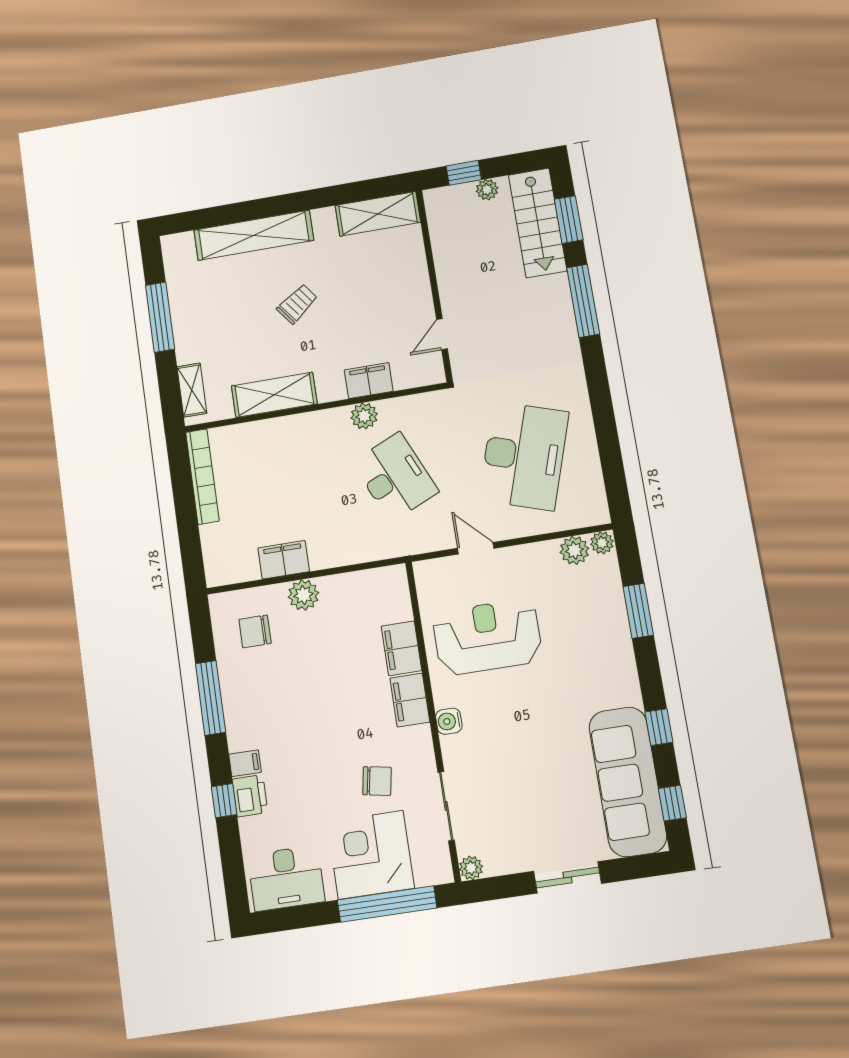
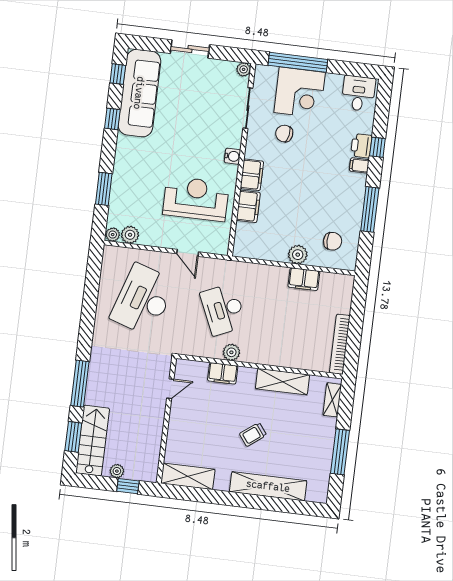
reception desk: (487, 637) -> (196, 199), turned 180
desk: (286, 878) -> (358, 93), width x0.73

